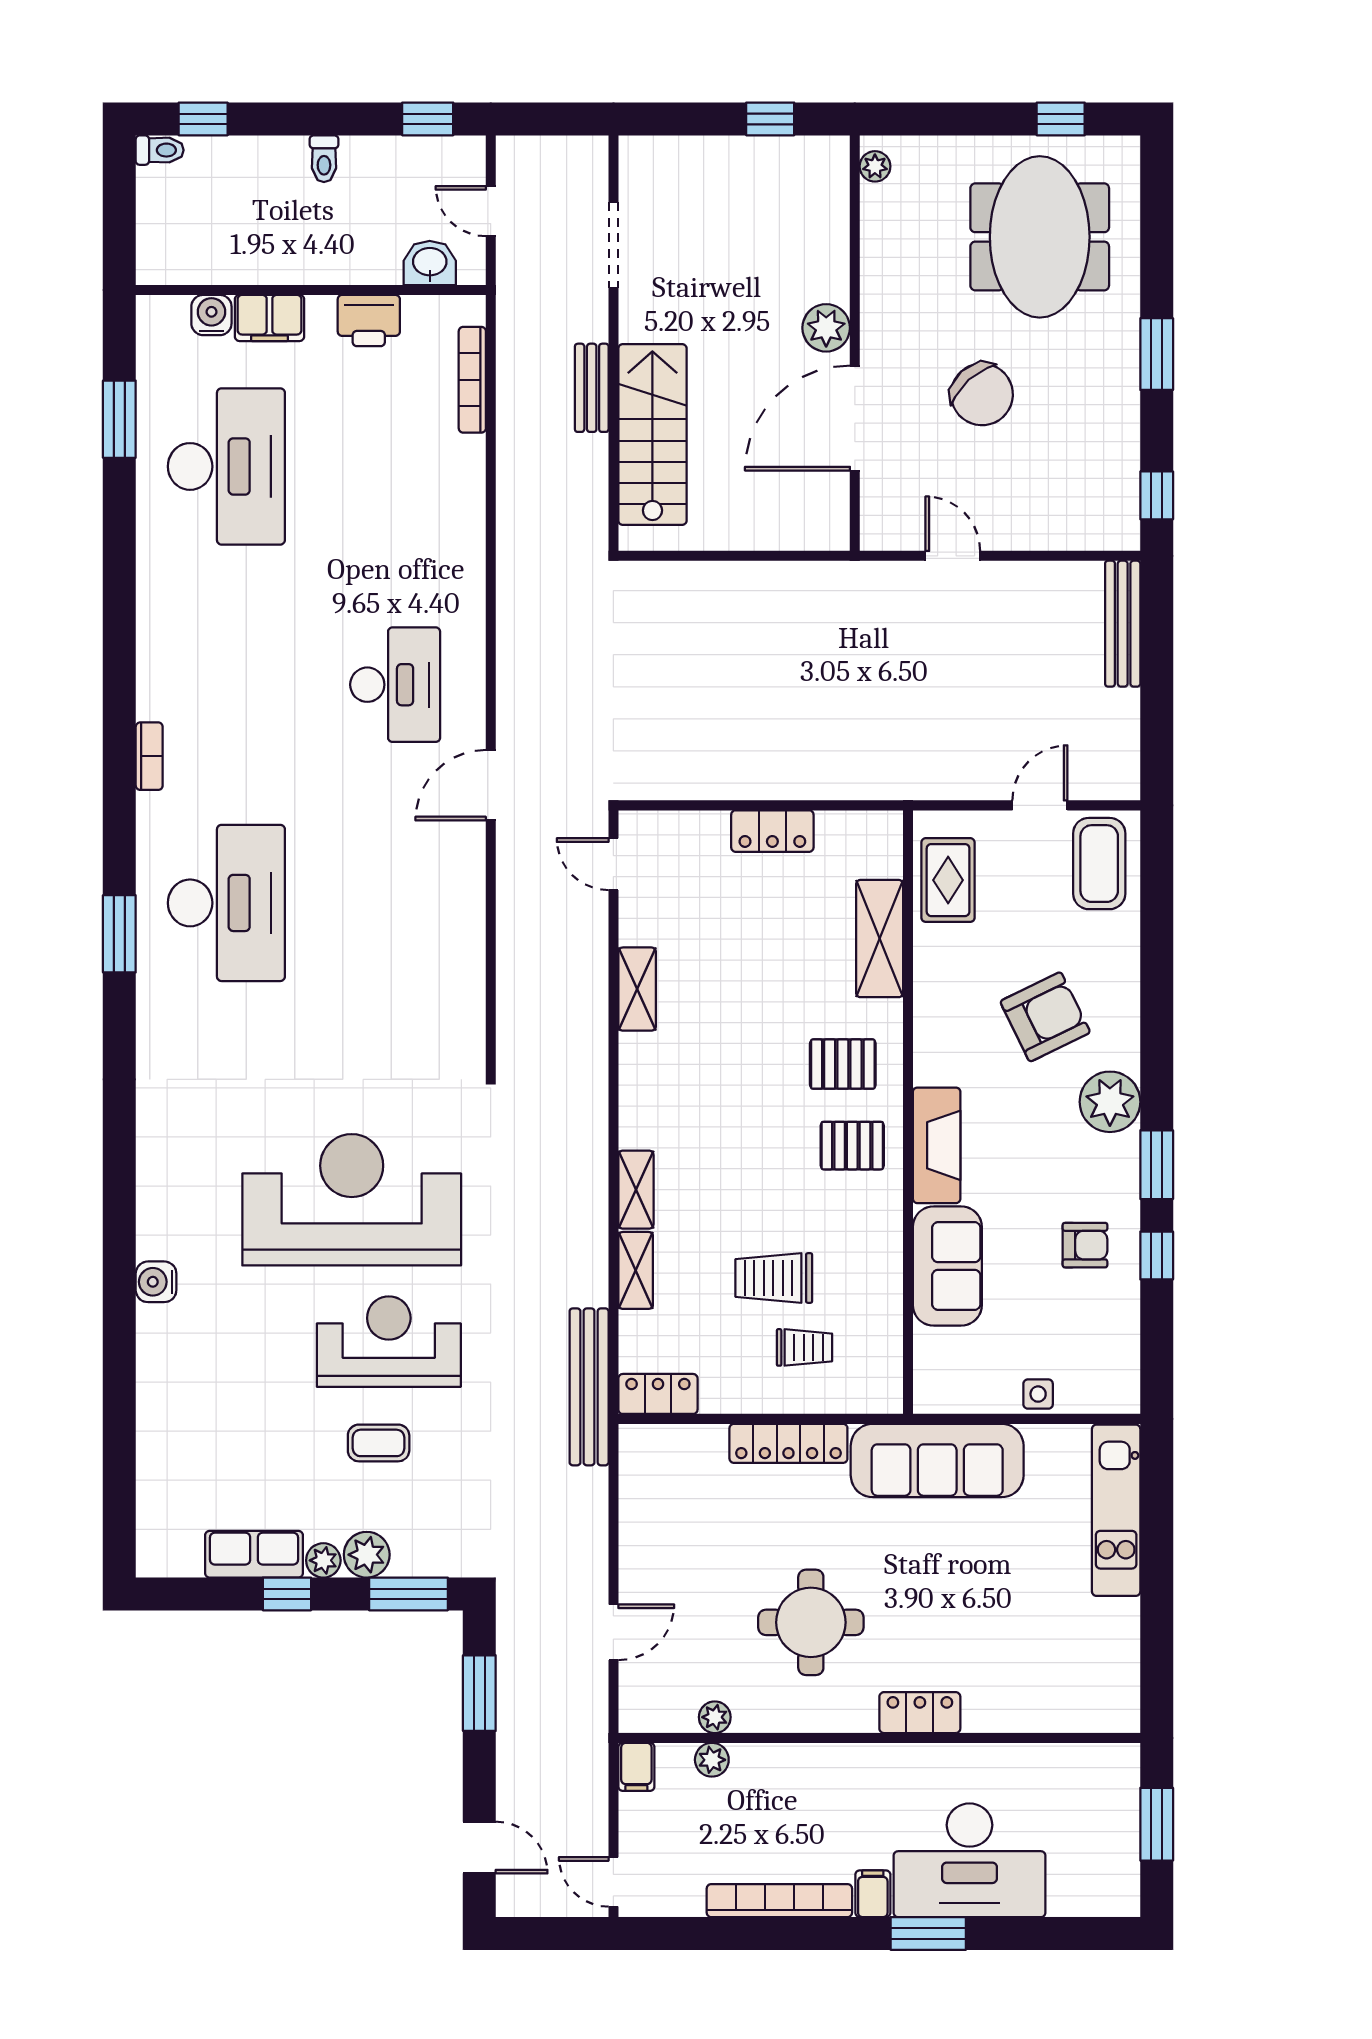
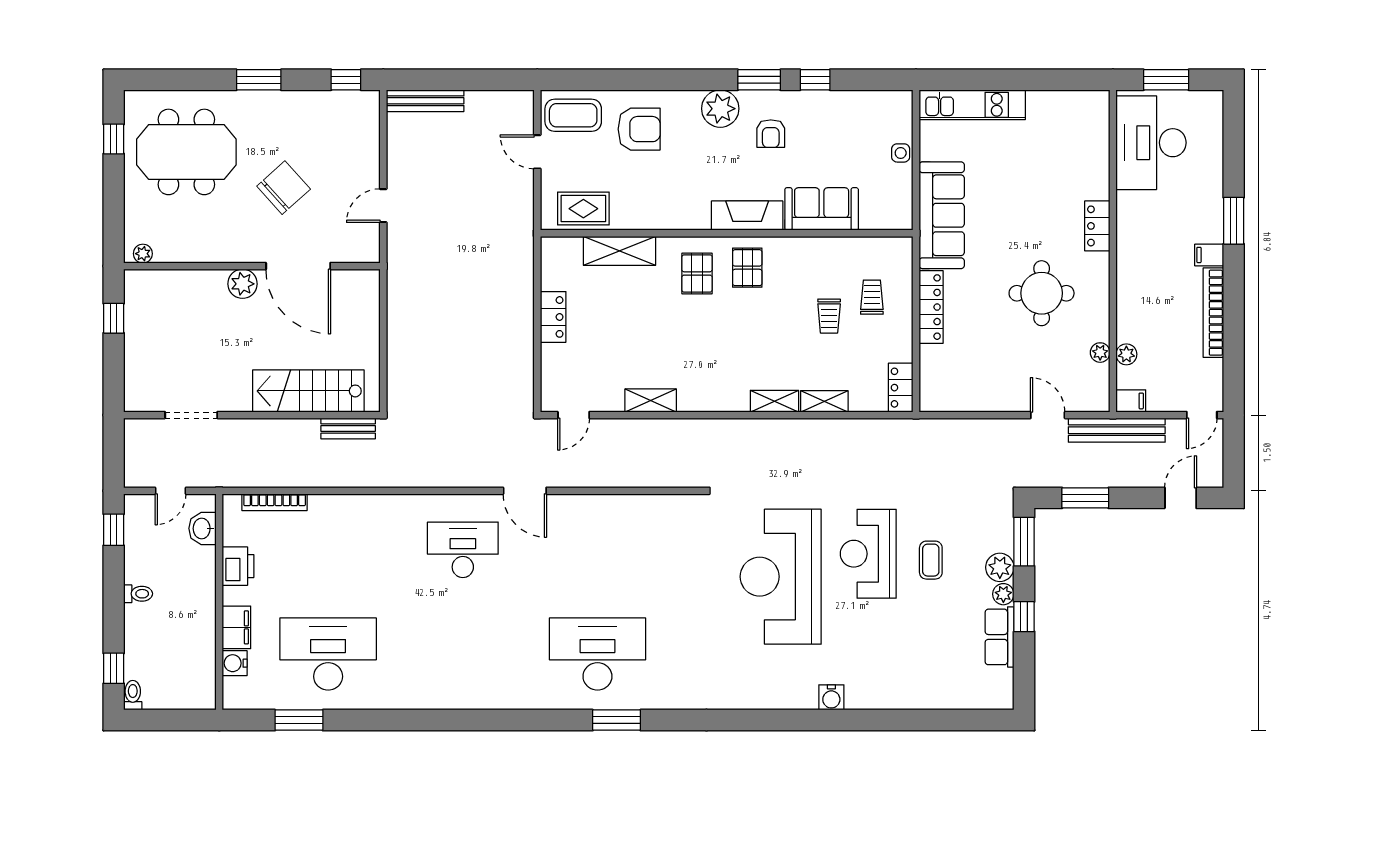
bench: (592, 388) -> (348, 428), moved
bookcase: (149, 756) -> (507, 702), removed
armchair: (1045, 1017) -> (639, 129), moved, turned 116
armchair: (1085, 1245) -> (771, 134), moved, turned 180
trolley: (774, 1278) -> (829, 316), width x0.73, depth x0.72
bench: (589, 1387) -> (1117, 430), moved
desk: (970, 1860) -> (1151, 143), moved, turned 180

